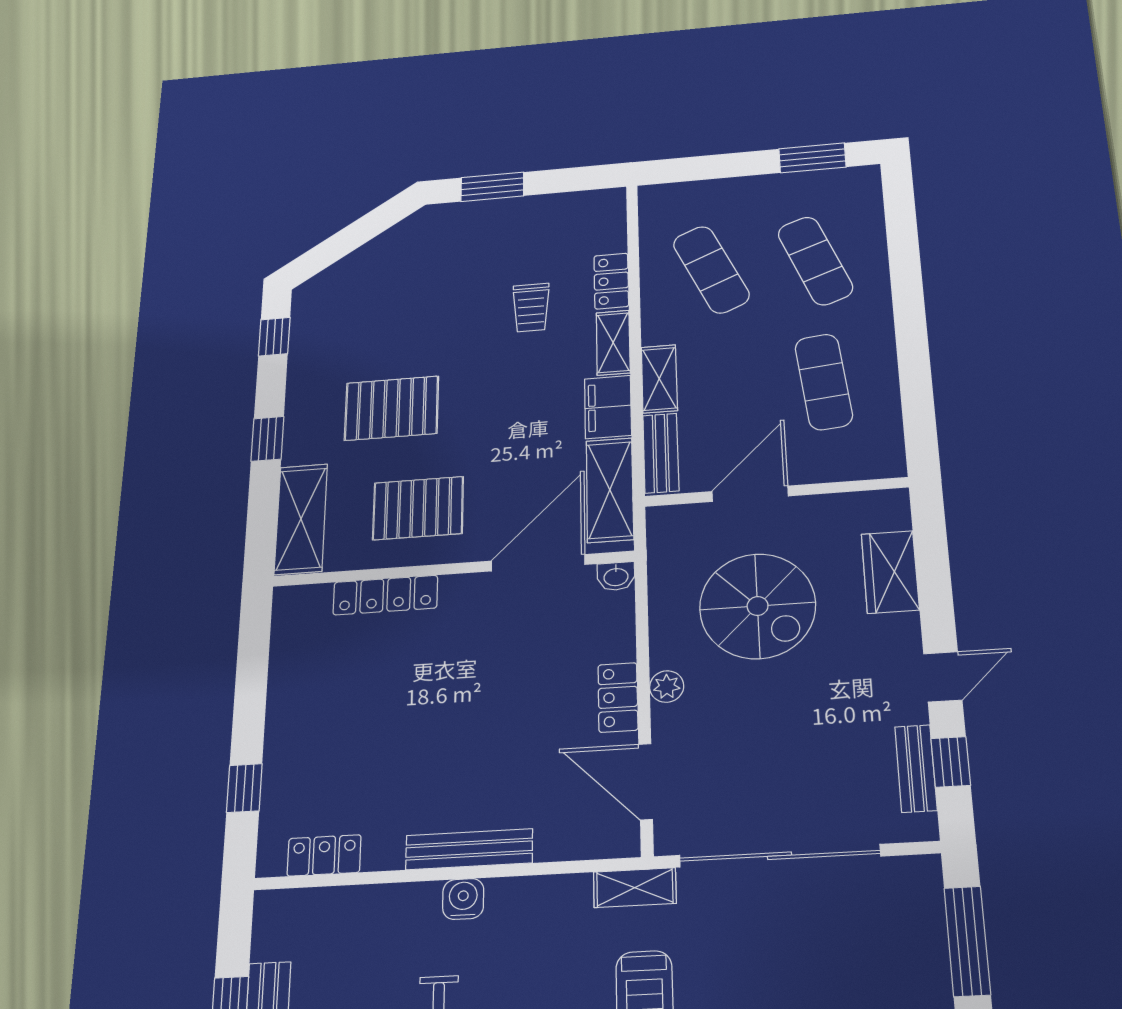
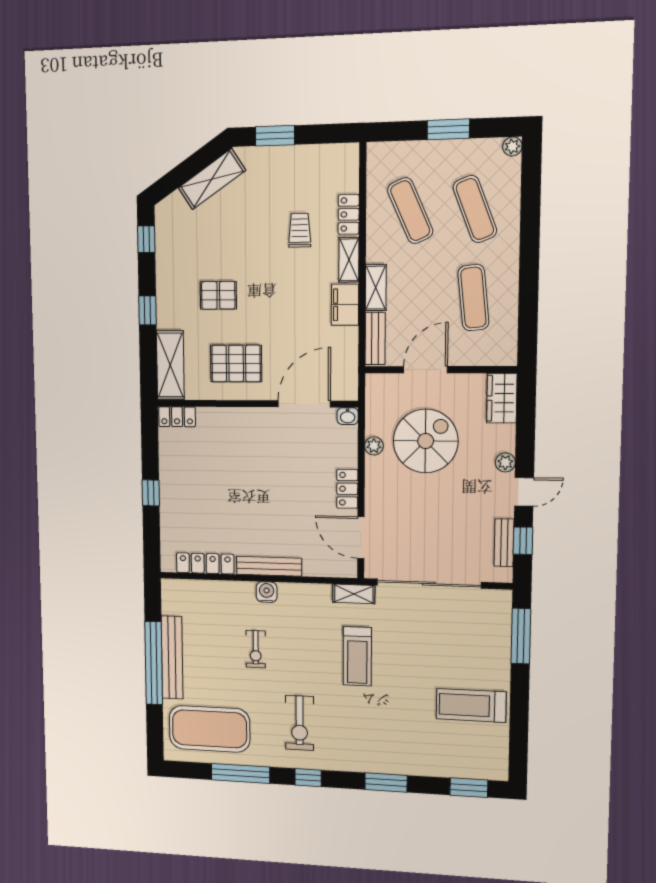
window: (812, 158) -> (448, 129), moved
plant: (867, 177) -> (512, 146), added
trolley: (531, 308) -> (300, 230), turned 180
pallet: (392, 408) -> (218, 295), width x0.67, depth x0.71
shelving: (610, 490) -> (212, 179), moved, turned 56
wardrobe: (890, 572) -> (502, 398), moved
locker: (385, 595) -> (177, 417), moved, width x0.66
spiral stairs: (758, 606) -> (426, 441), turned -90
plant: (904, 630) -> (505, 462), added
plant: (667, 687) -> (374, 446), moved
window: (244, 788) -> (151, 493), moved
locker: (324, 855) -> (205, 563), width x1.53

